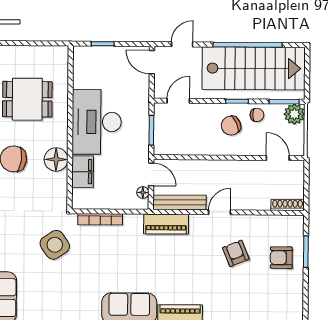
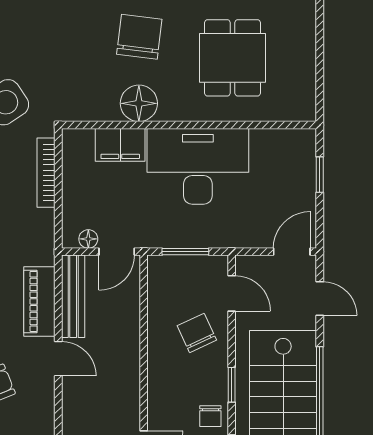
chair: (231, 126) -> (197, 333), moved
piano: (166, 224) -> (39, 301), moved

